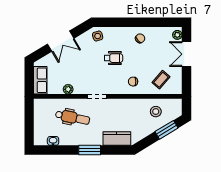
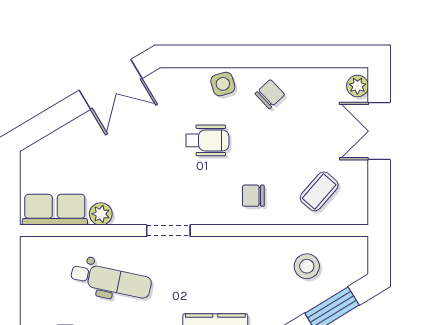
side table: (98, 36) -> (223, 84), moved
double door: (61, 41) -> (111, 84), moved
row of seats: (40, 80) -> (55, 210), moved, turned -90

